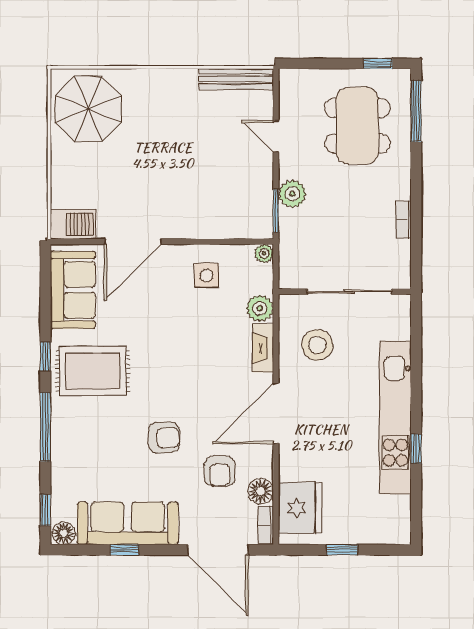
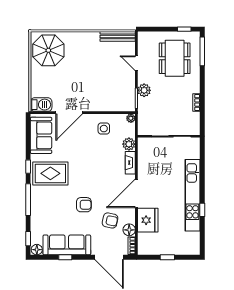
stool: (317, 345) -> (156, 161), removed
armchair: (220, 471) -> (110, 220), turned -78
fridge: (300, 508) -> (148, 220), moved

